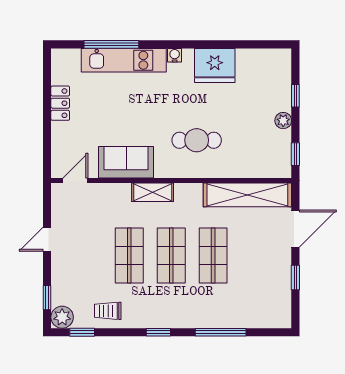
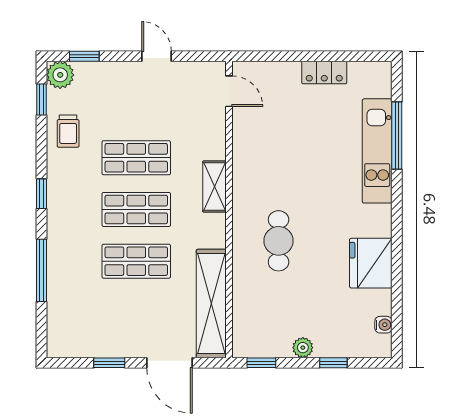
water cooler: (175, 55) -> (383, 325), moved
sofa: (126, 162) -> (251, 154), removed
trolley: (108, 311) -> (68, 131), turned 180

